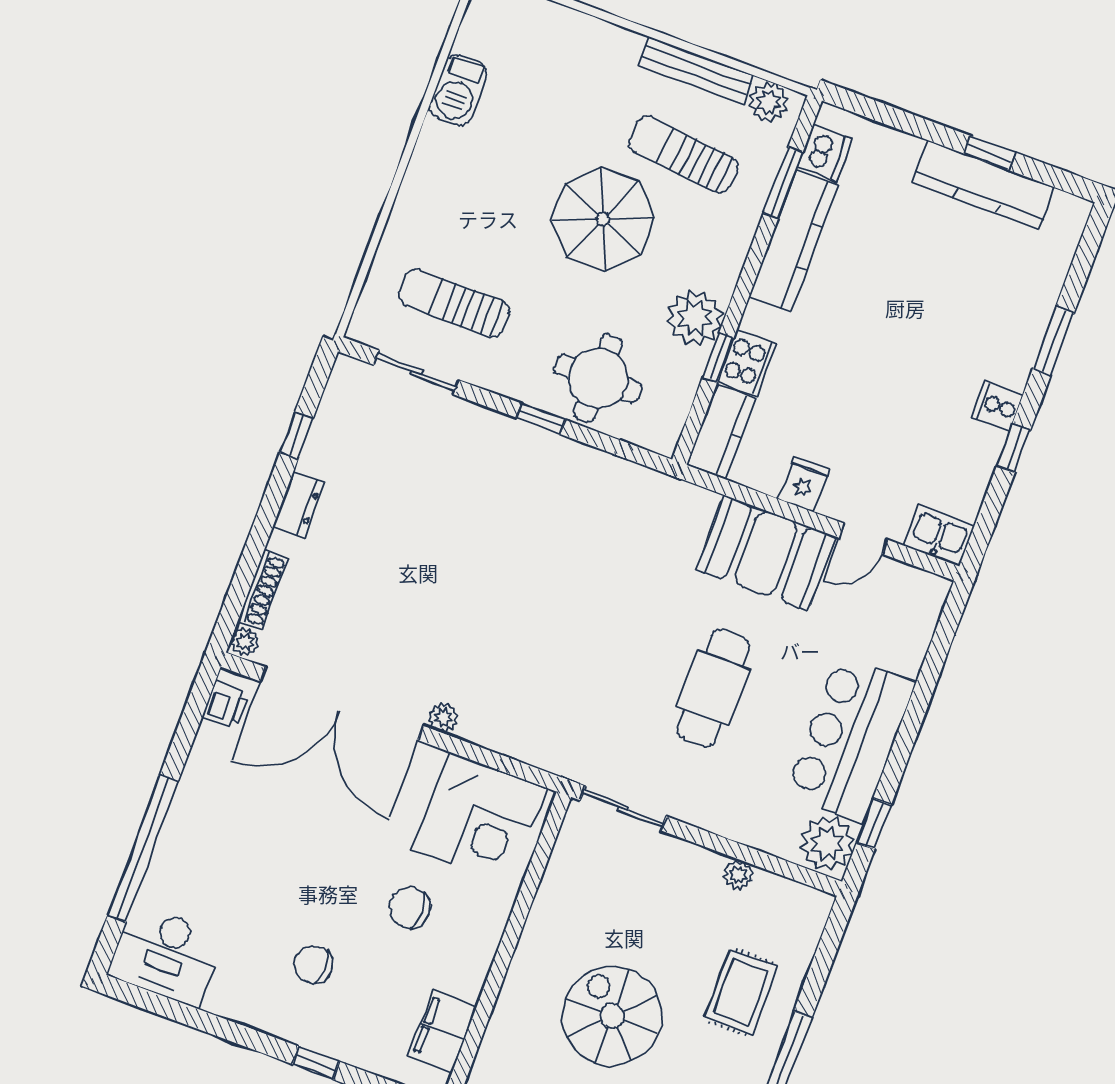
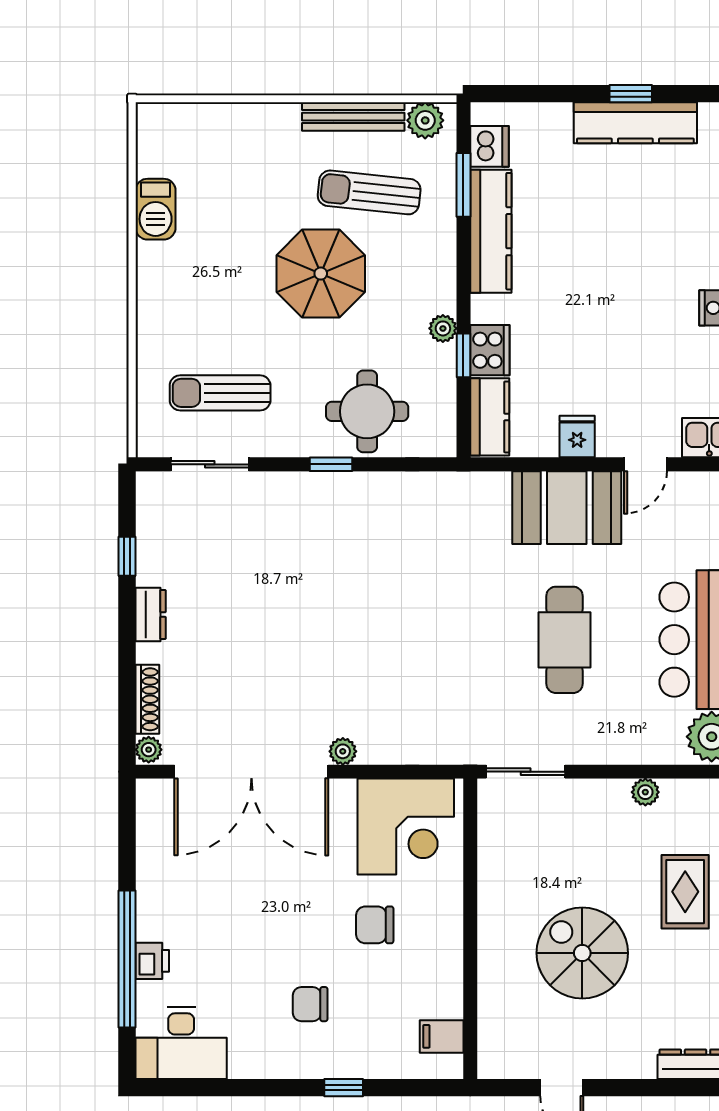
plant: (695, 318) -> (443, 328), width x0.53, depth x0.53
printer: (226, 705) -> (152, 961), moved
filing cabinet: (442, 1031) -> (442, 1036), width x0.50

